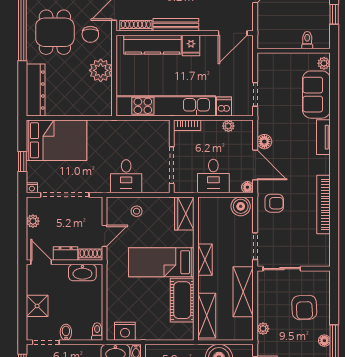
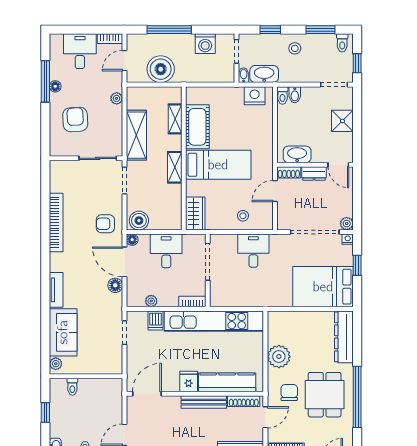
plant: (33, 221) -> (347, 224), moved
shelving: (207, 316) -> (175, 119), width x0.67, depth x0.75
bidet: (66, 332) -> (295, 95), moved

